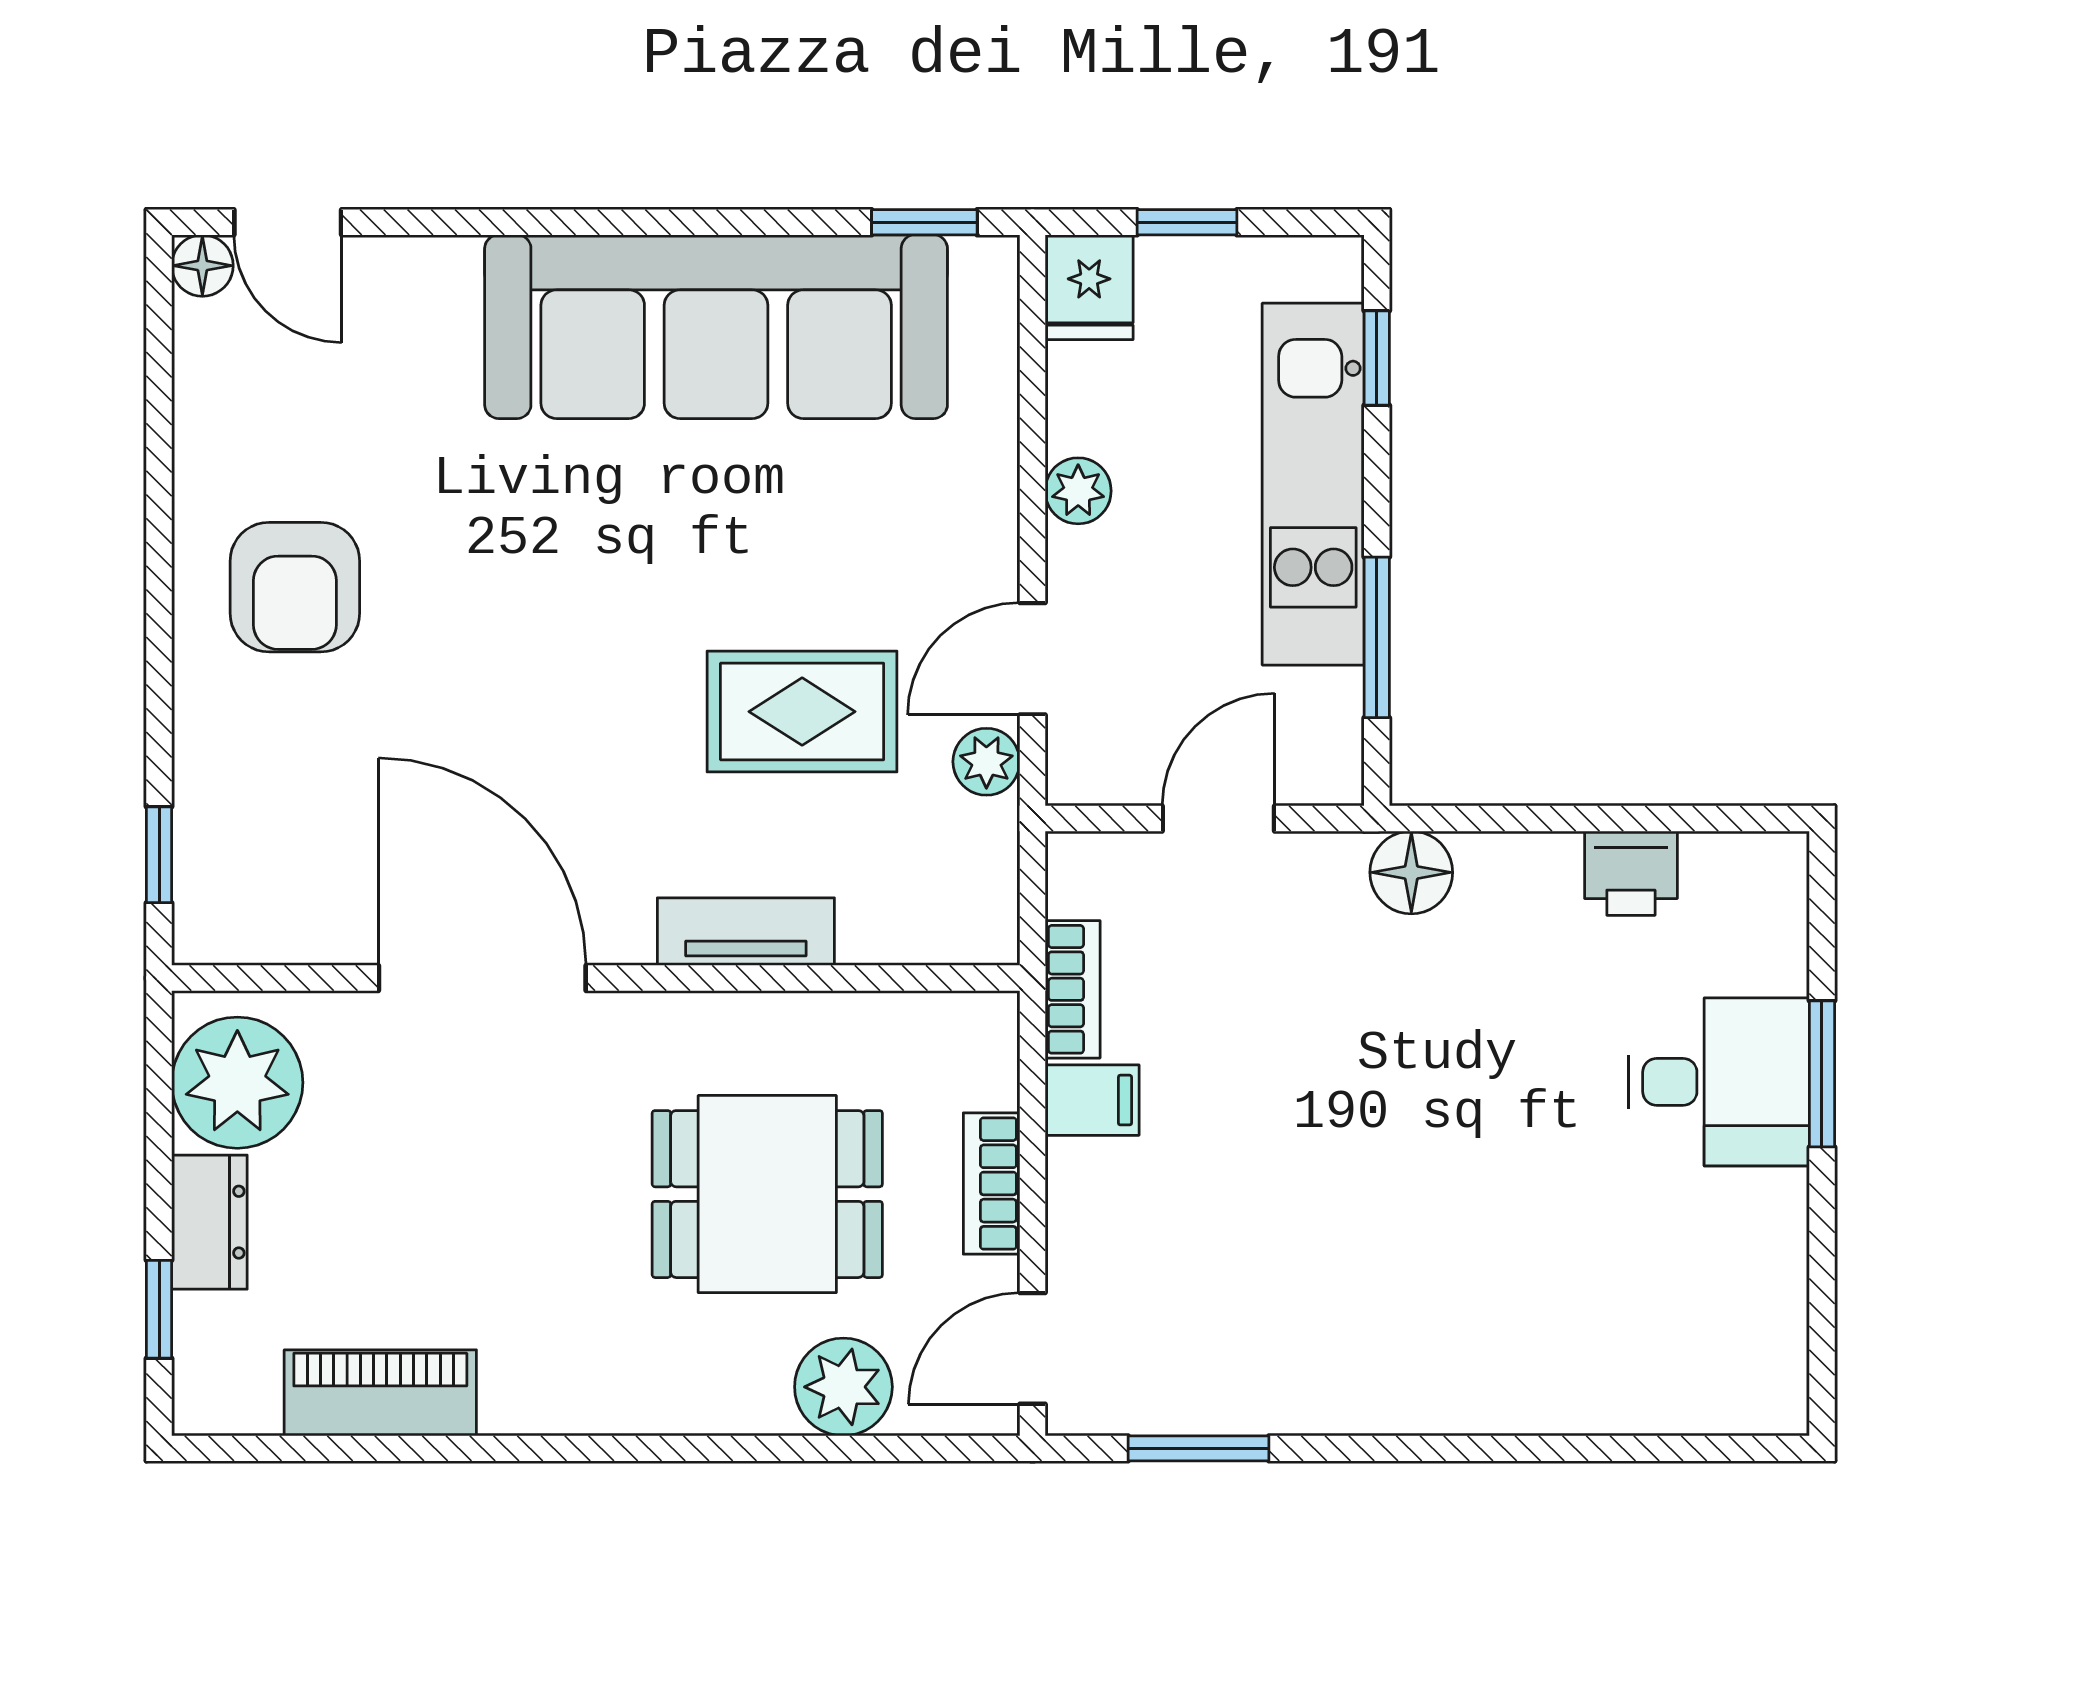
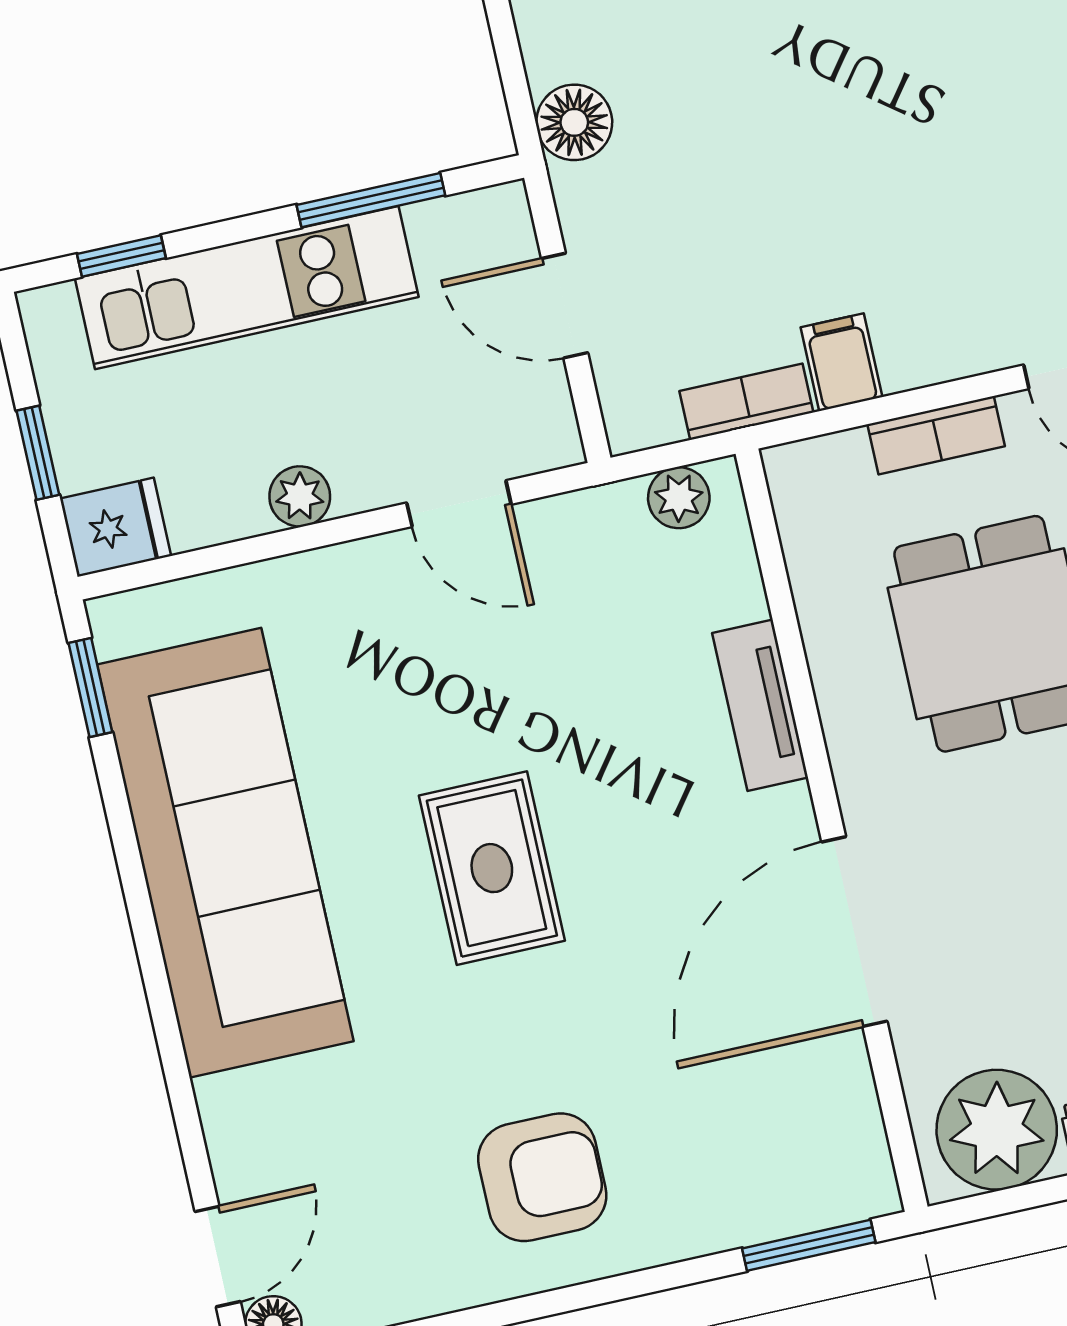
rug: (802, 712) -> (492, 868), moved
plant: (986, 762) -> (679, 498), moved
window: (159, 855) -> (809, 1245), width x1.50

